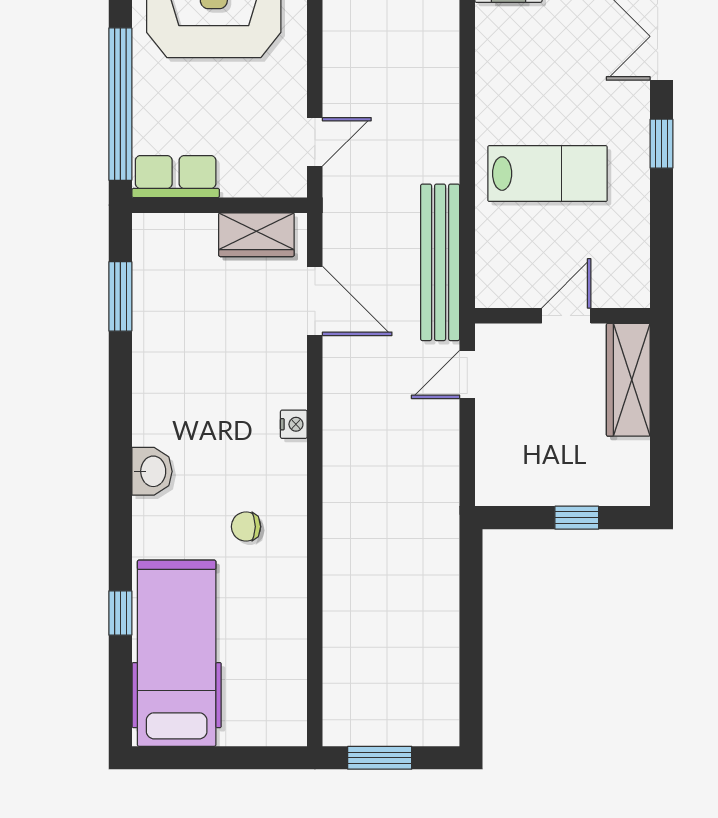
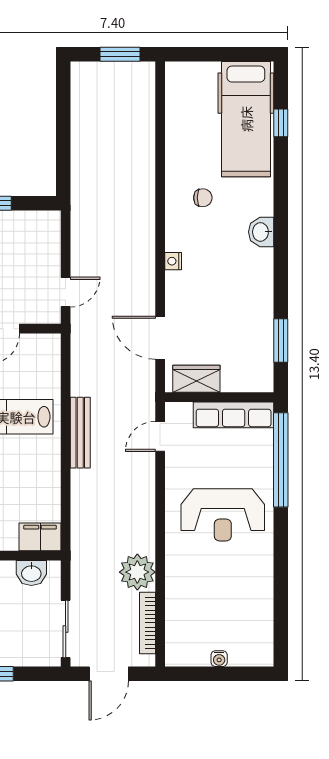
row of seats: (176, 177) -> (234, 415), width x1.48
bench: (440, 262) -> (80, 433), moved, width x0.73, depth x0.82
window: (120, 613) -> (281, 123), moved

